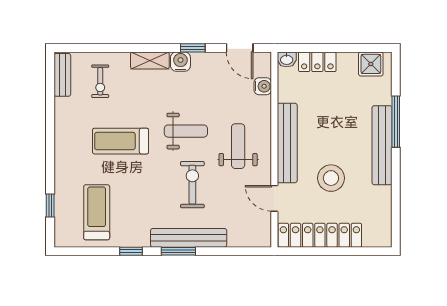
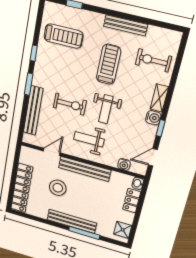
bench: (62, 75) -> (126, 25), moved, width x1.36
exercise bike: (100, 81) -> (153, 60), width x1.38, depth x1.39
weight bench: (238, 146) -> (89, 139), turned 180
locker: (320, 235) -> (22, 188), moved
bench: (189, 238) -> (33, 111), moved

